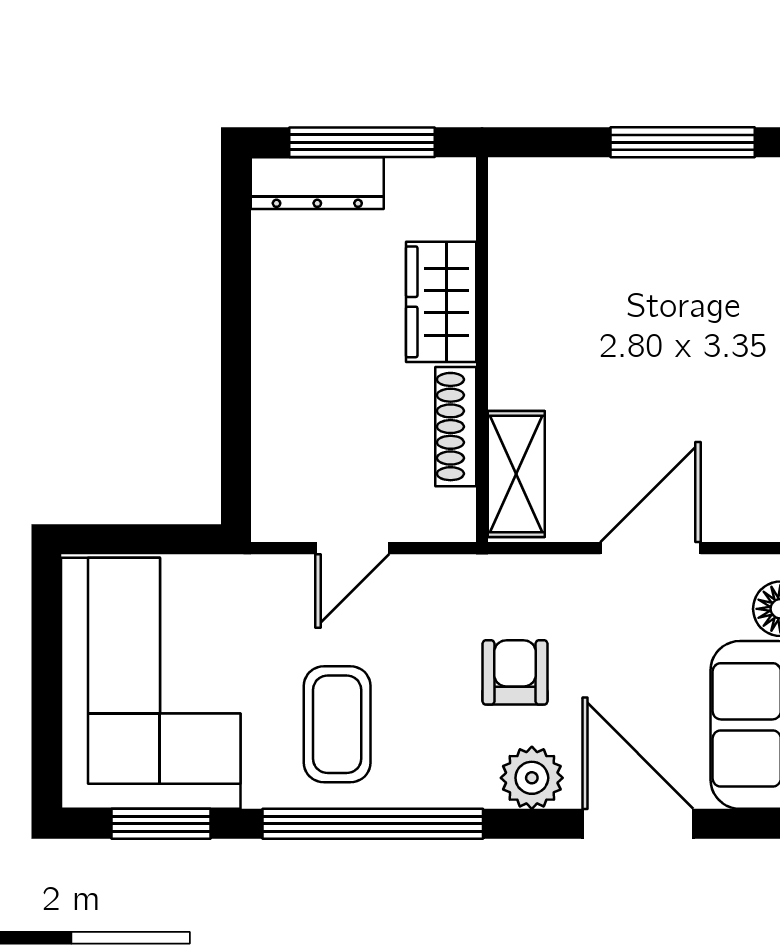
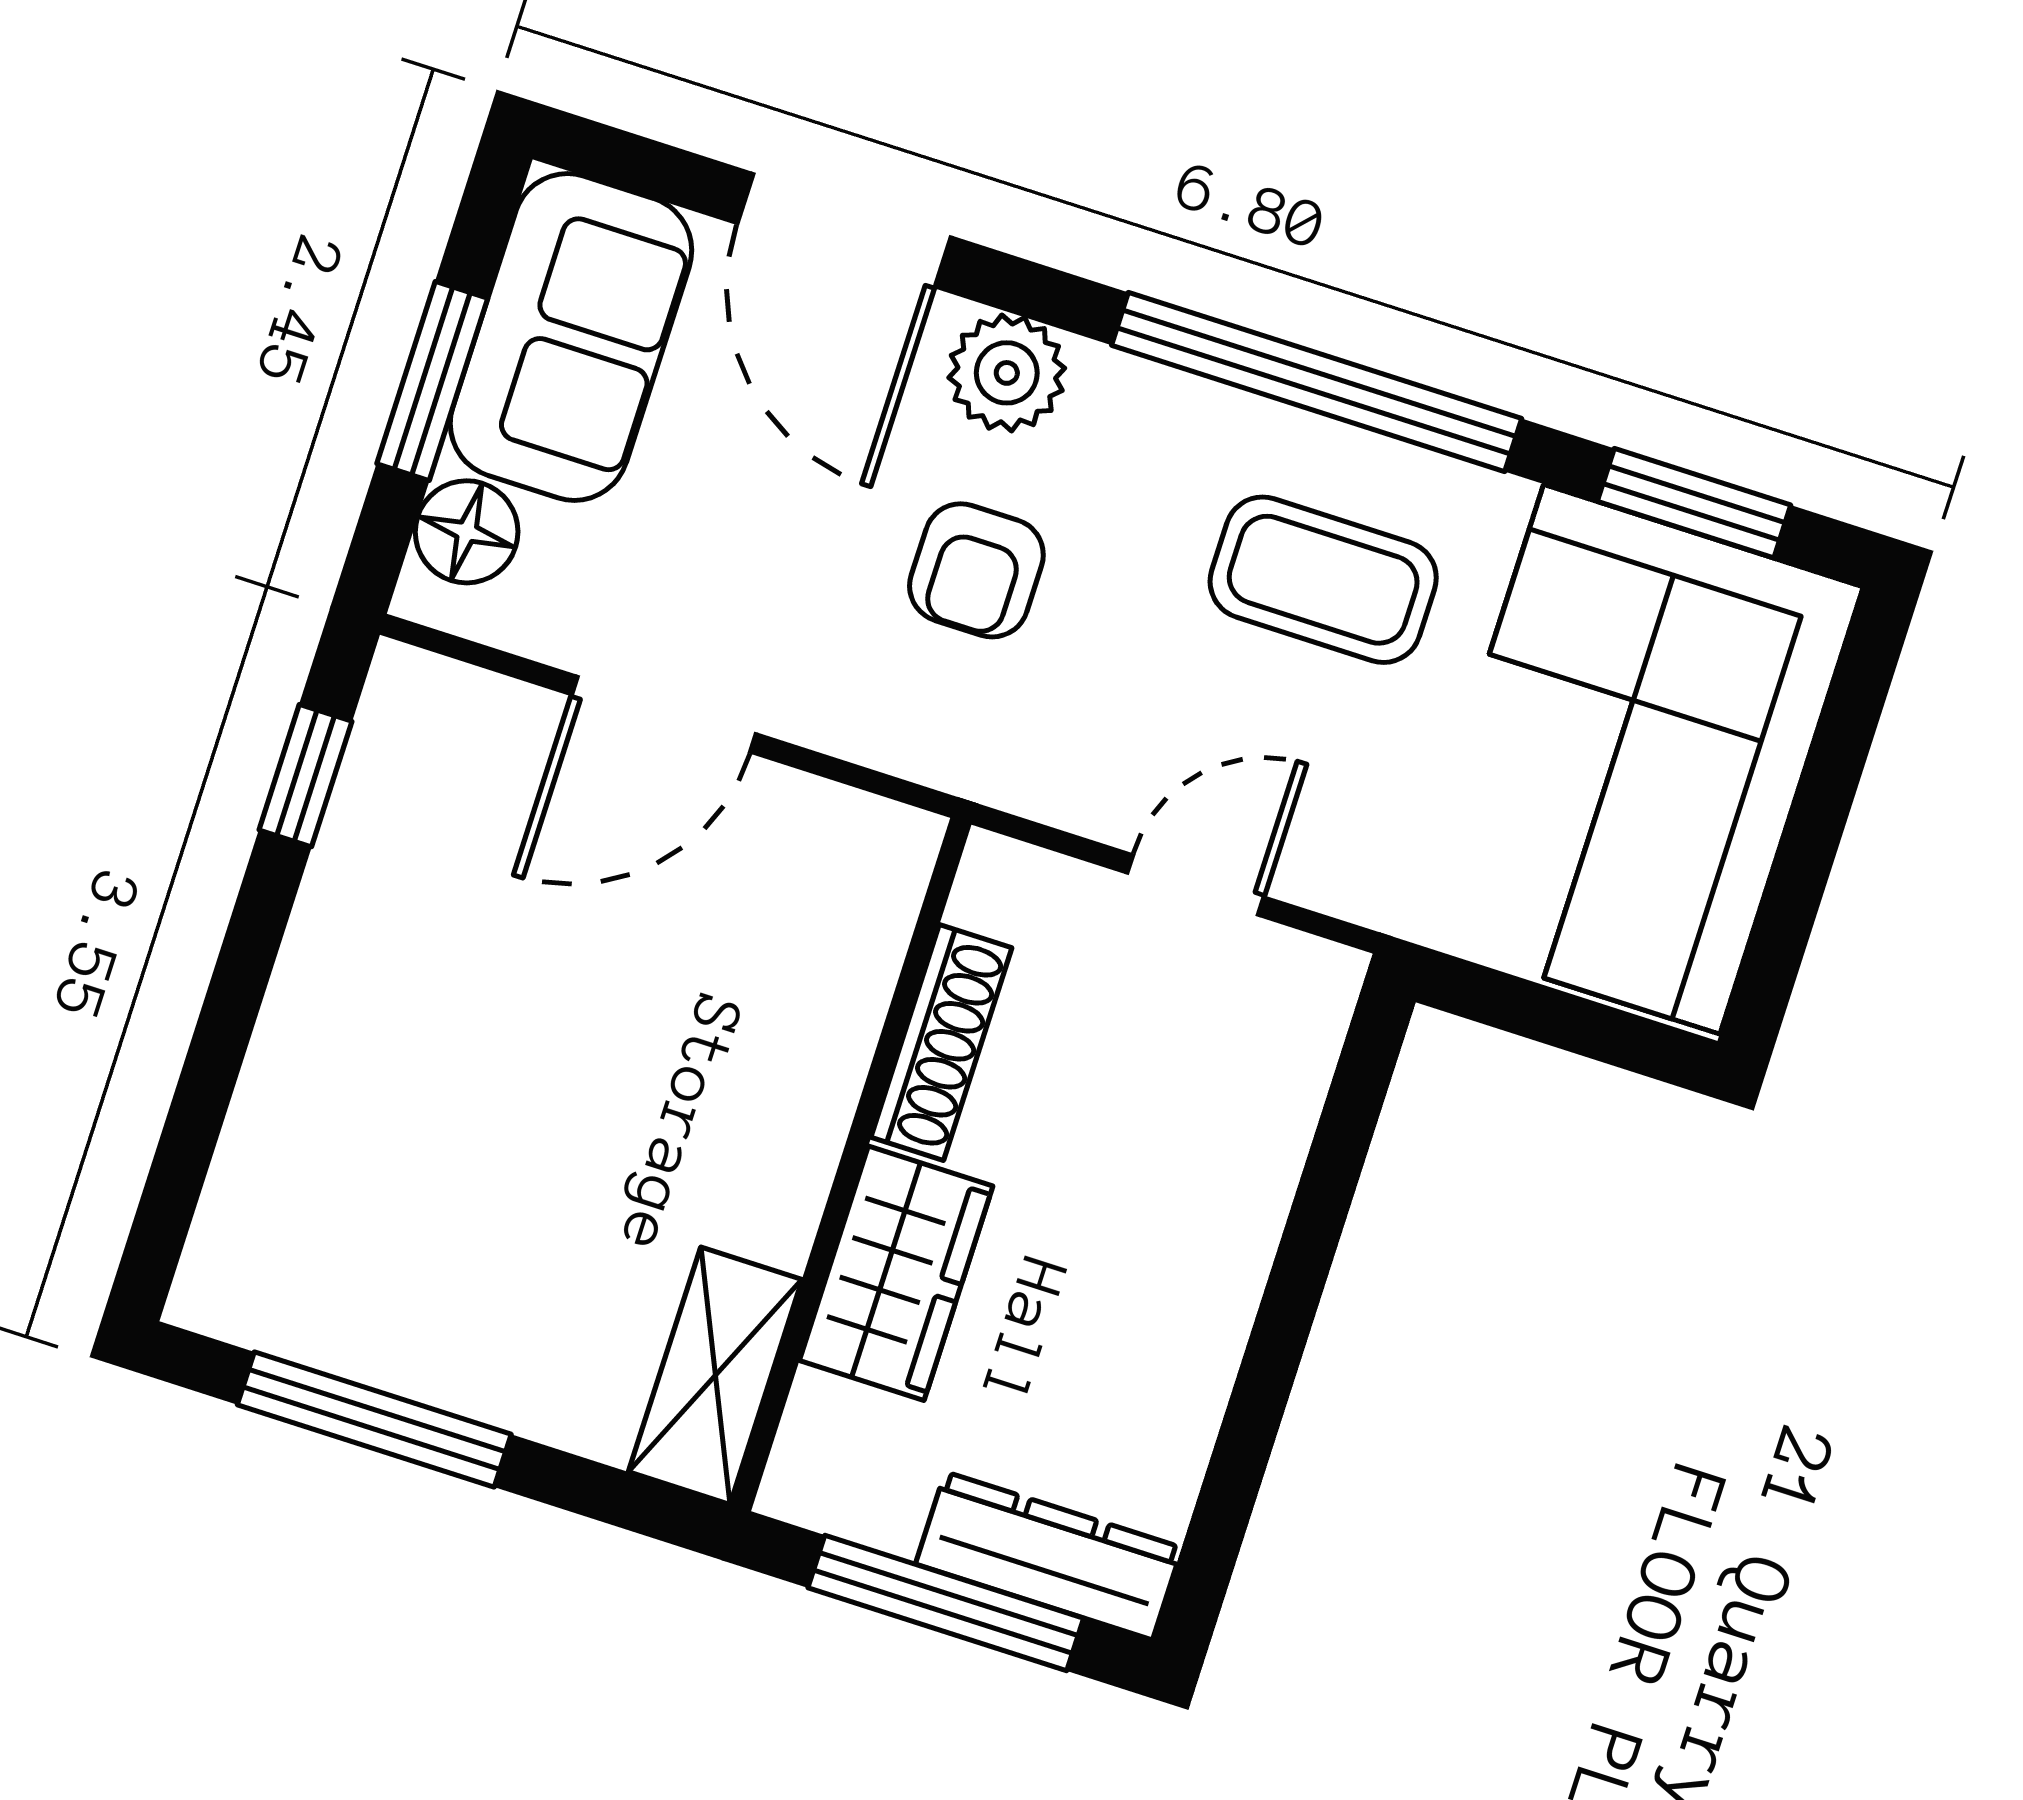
shelving: (516, 474) -> (715, 1376), moved
coffee table: (337, 724) -> (1323, 580), turned 90

